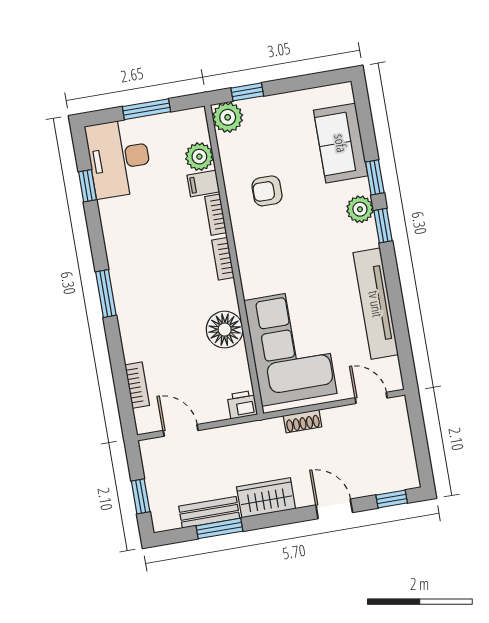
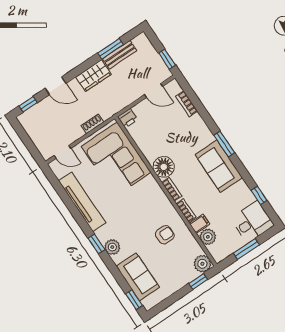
desk: (119, 158) -> (252, 222), width x0.73
window: (375, 177) -> (134, 300), moved
sofa: (131, 262) -> (219, 166), added
floor lamp: (225, 330) -> (164, 167), moved
window: (141, 496) -> (167, 59), moved

